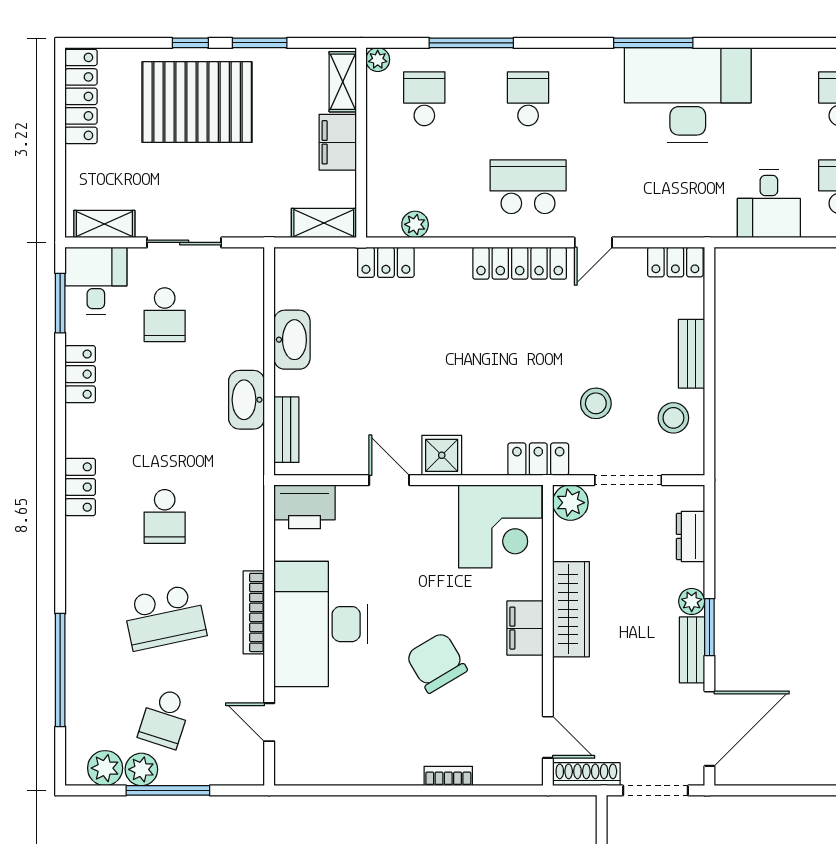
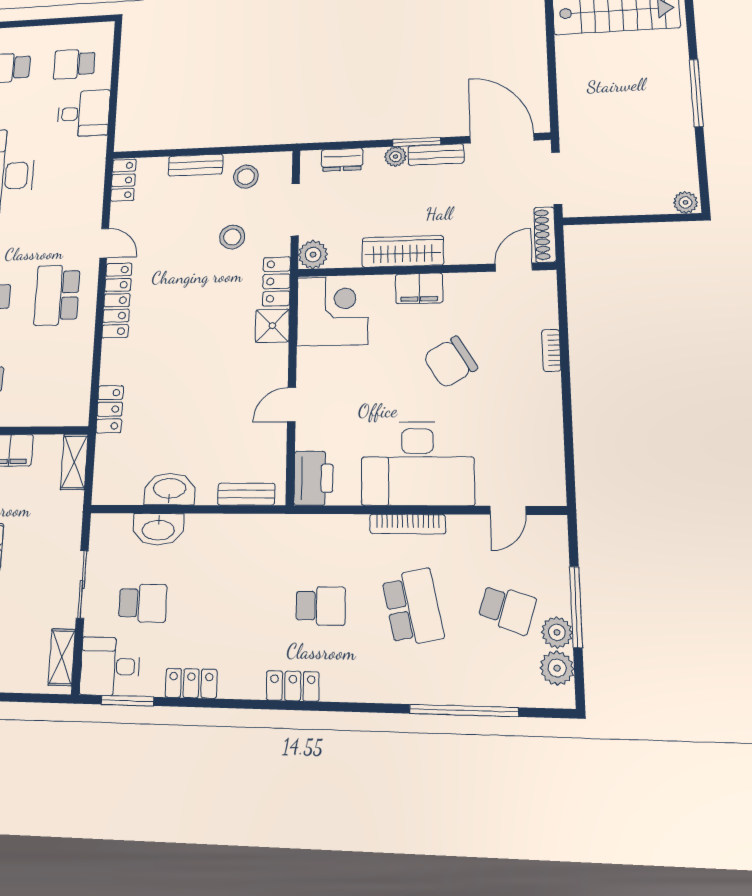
plant: (415, 224) -> (81, 385), removed
washbasin: (247, 400) -> (158, 529), moved
shower: (442, 455) -> (272, 326), moved

